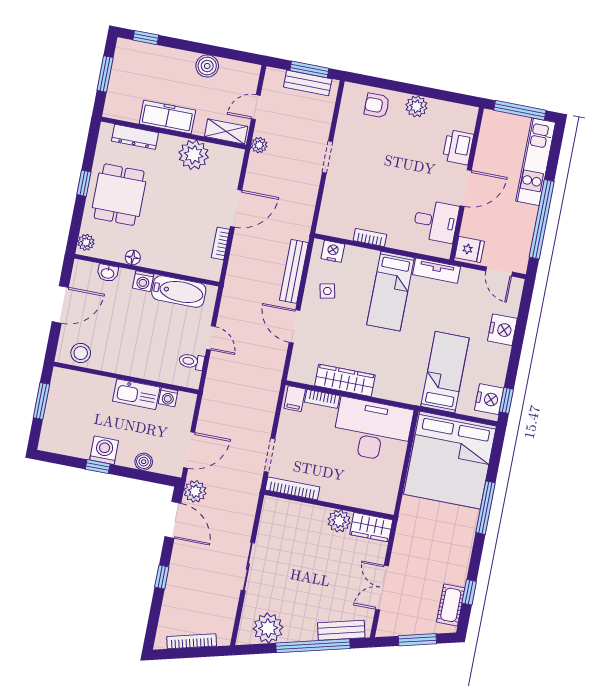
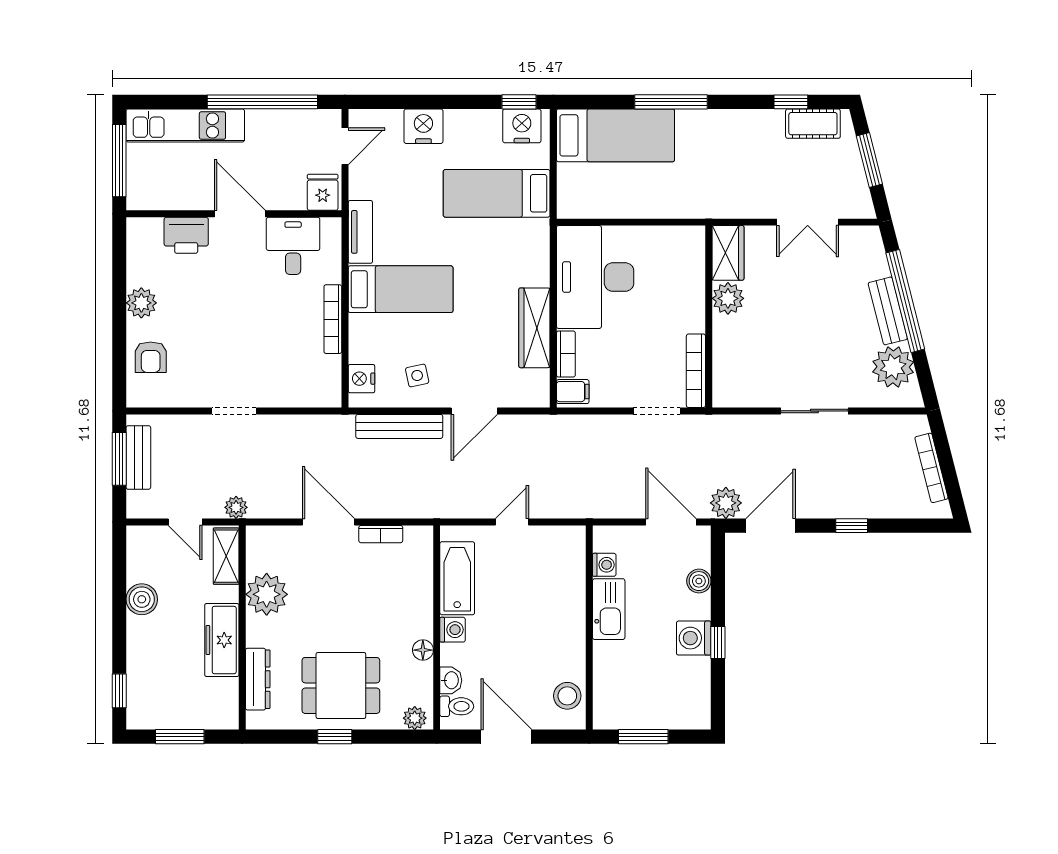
bookcase: (370, 238) -> (333, 319), width x1.56
toilet: (192, 361) -> (457, 706), moved, turned -90
bed: (450, 460) -> (616, 135), width x0.49
bench: (341, 630) -> (888, 311), moved

